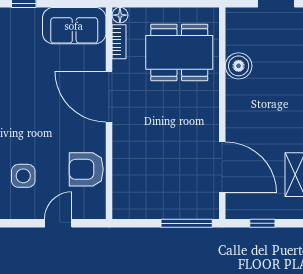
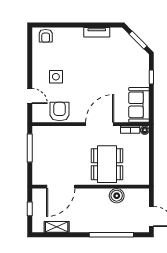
dining table: (179, 52) -> (107, 164), moved
window: (187, 223) -> (30, 148), moved

